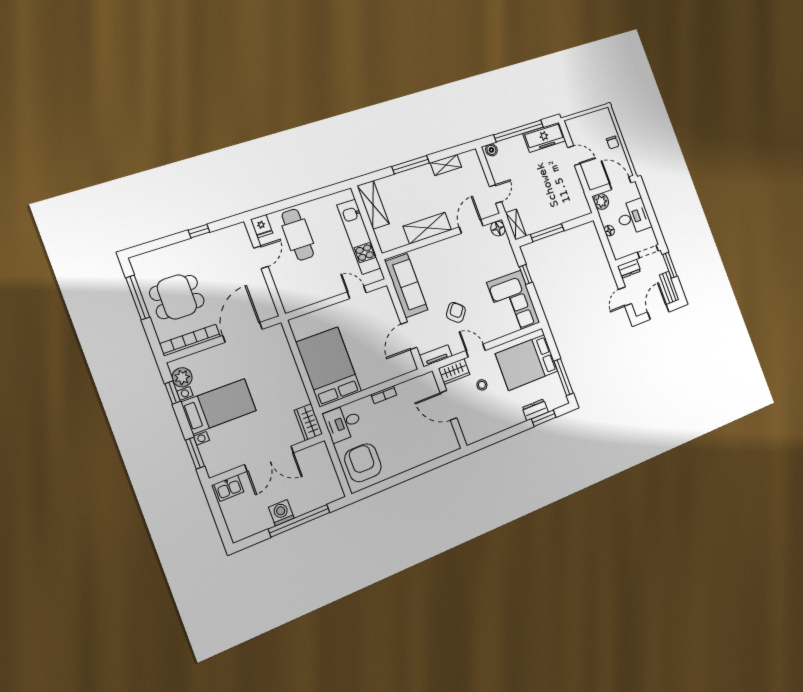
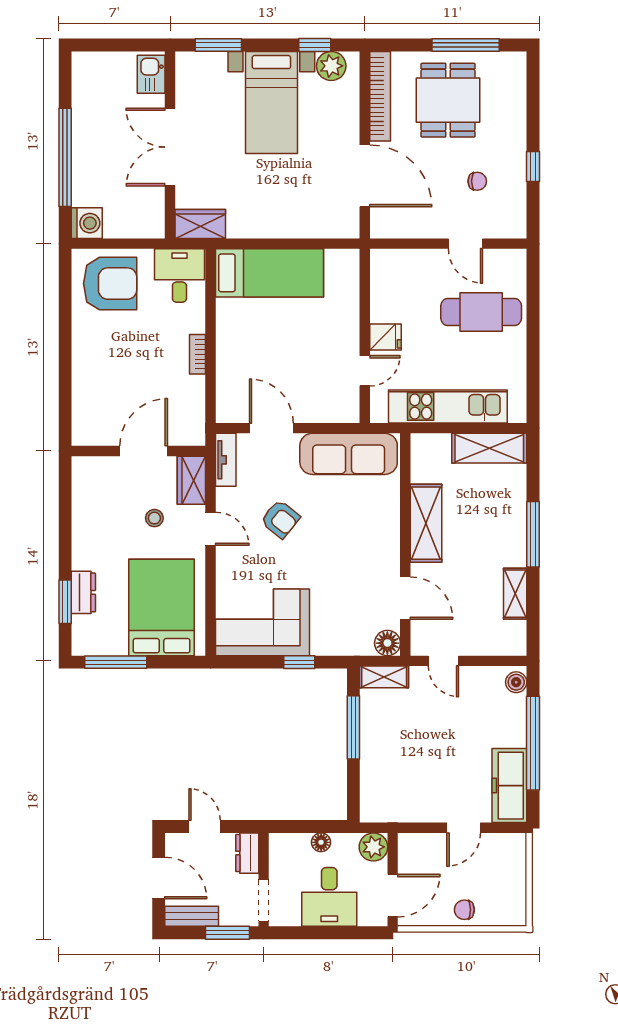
fridge: (262, 226) -> (386, 337), moved, turned 180
chair: (221, 262) -> (477, 181), added
door: (476, 350) -> (211, 529), hinge flipped
bed: (329, 367) -> (269, 273), width x0.67
washing machine: (281, 513) -> (87, 223), moved

